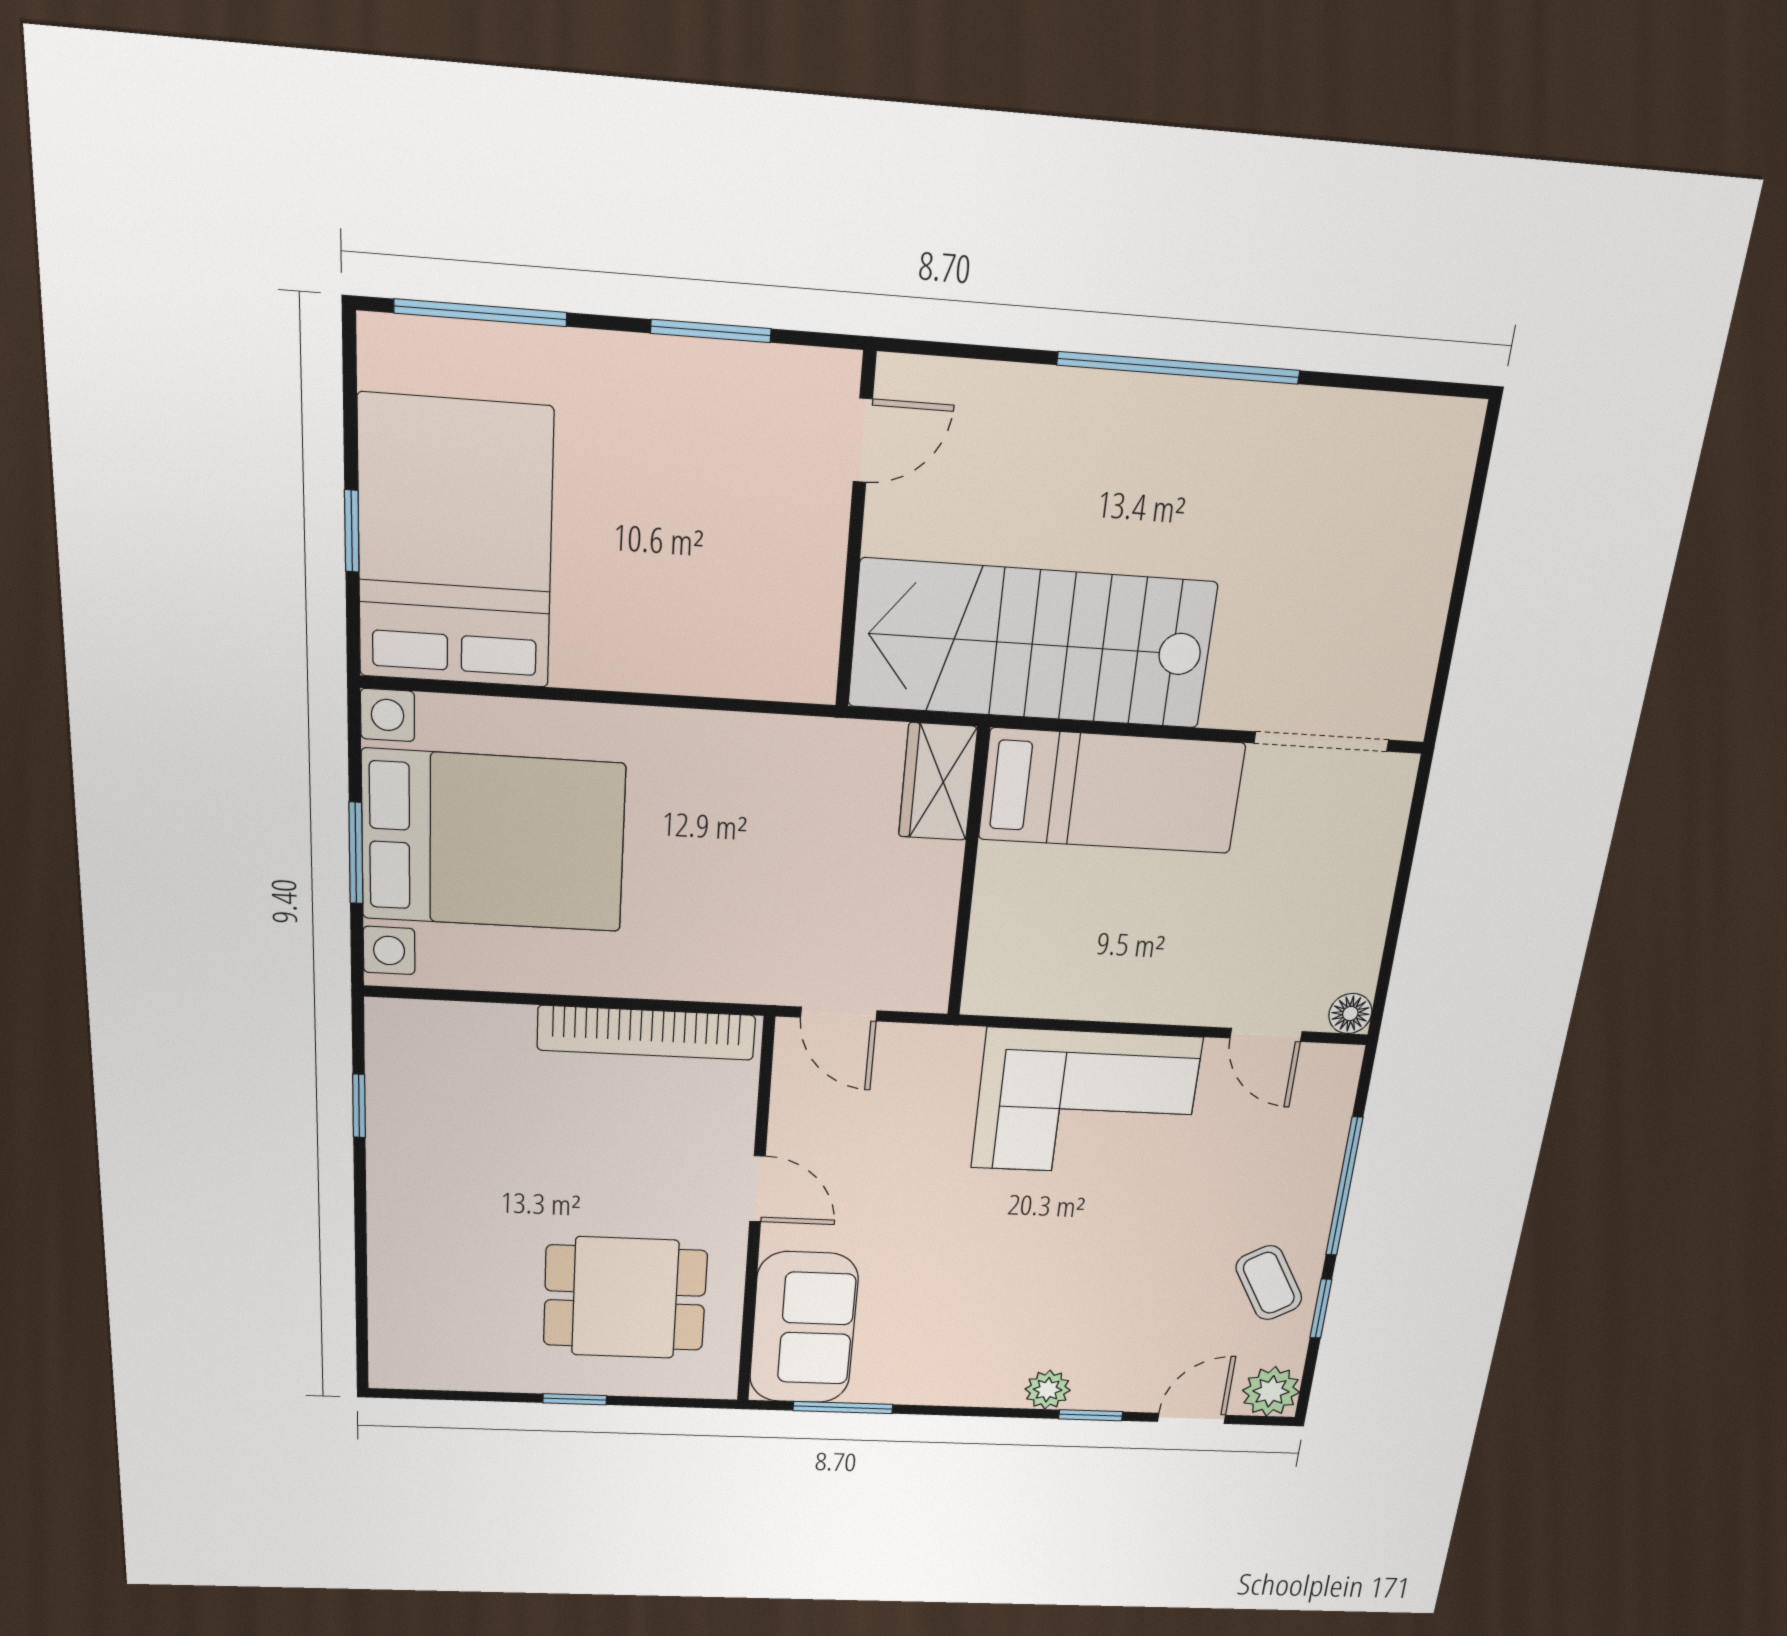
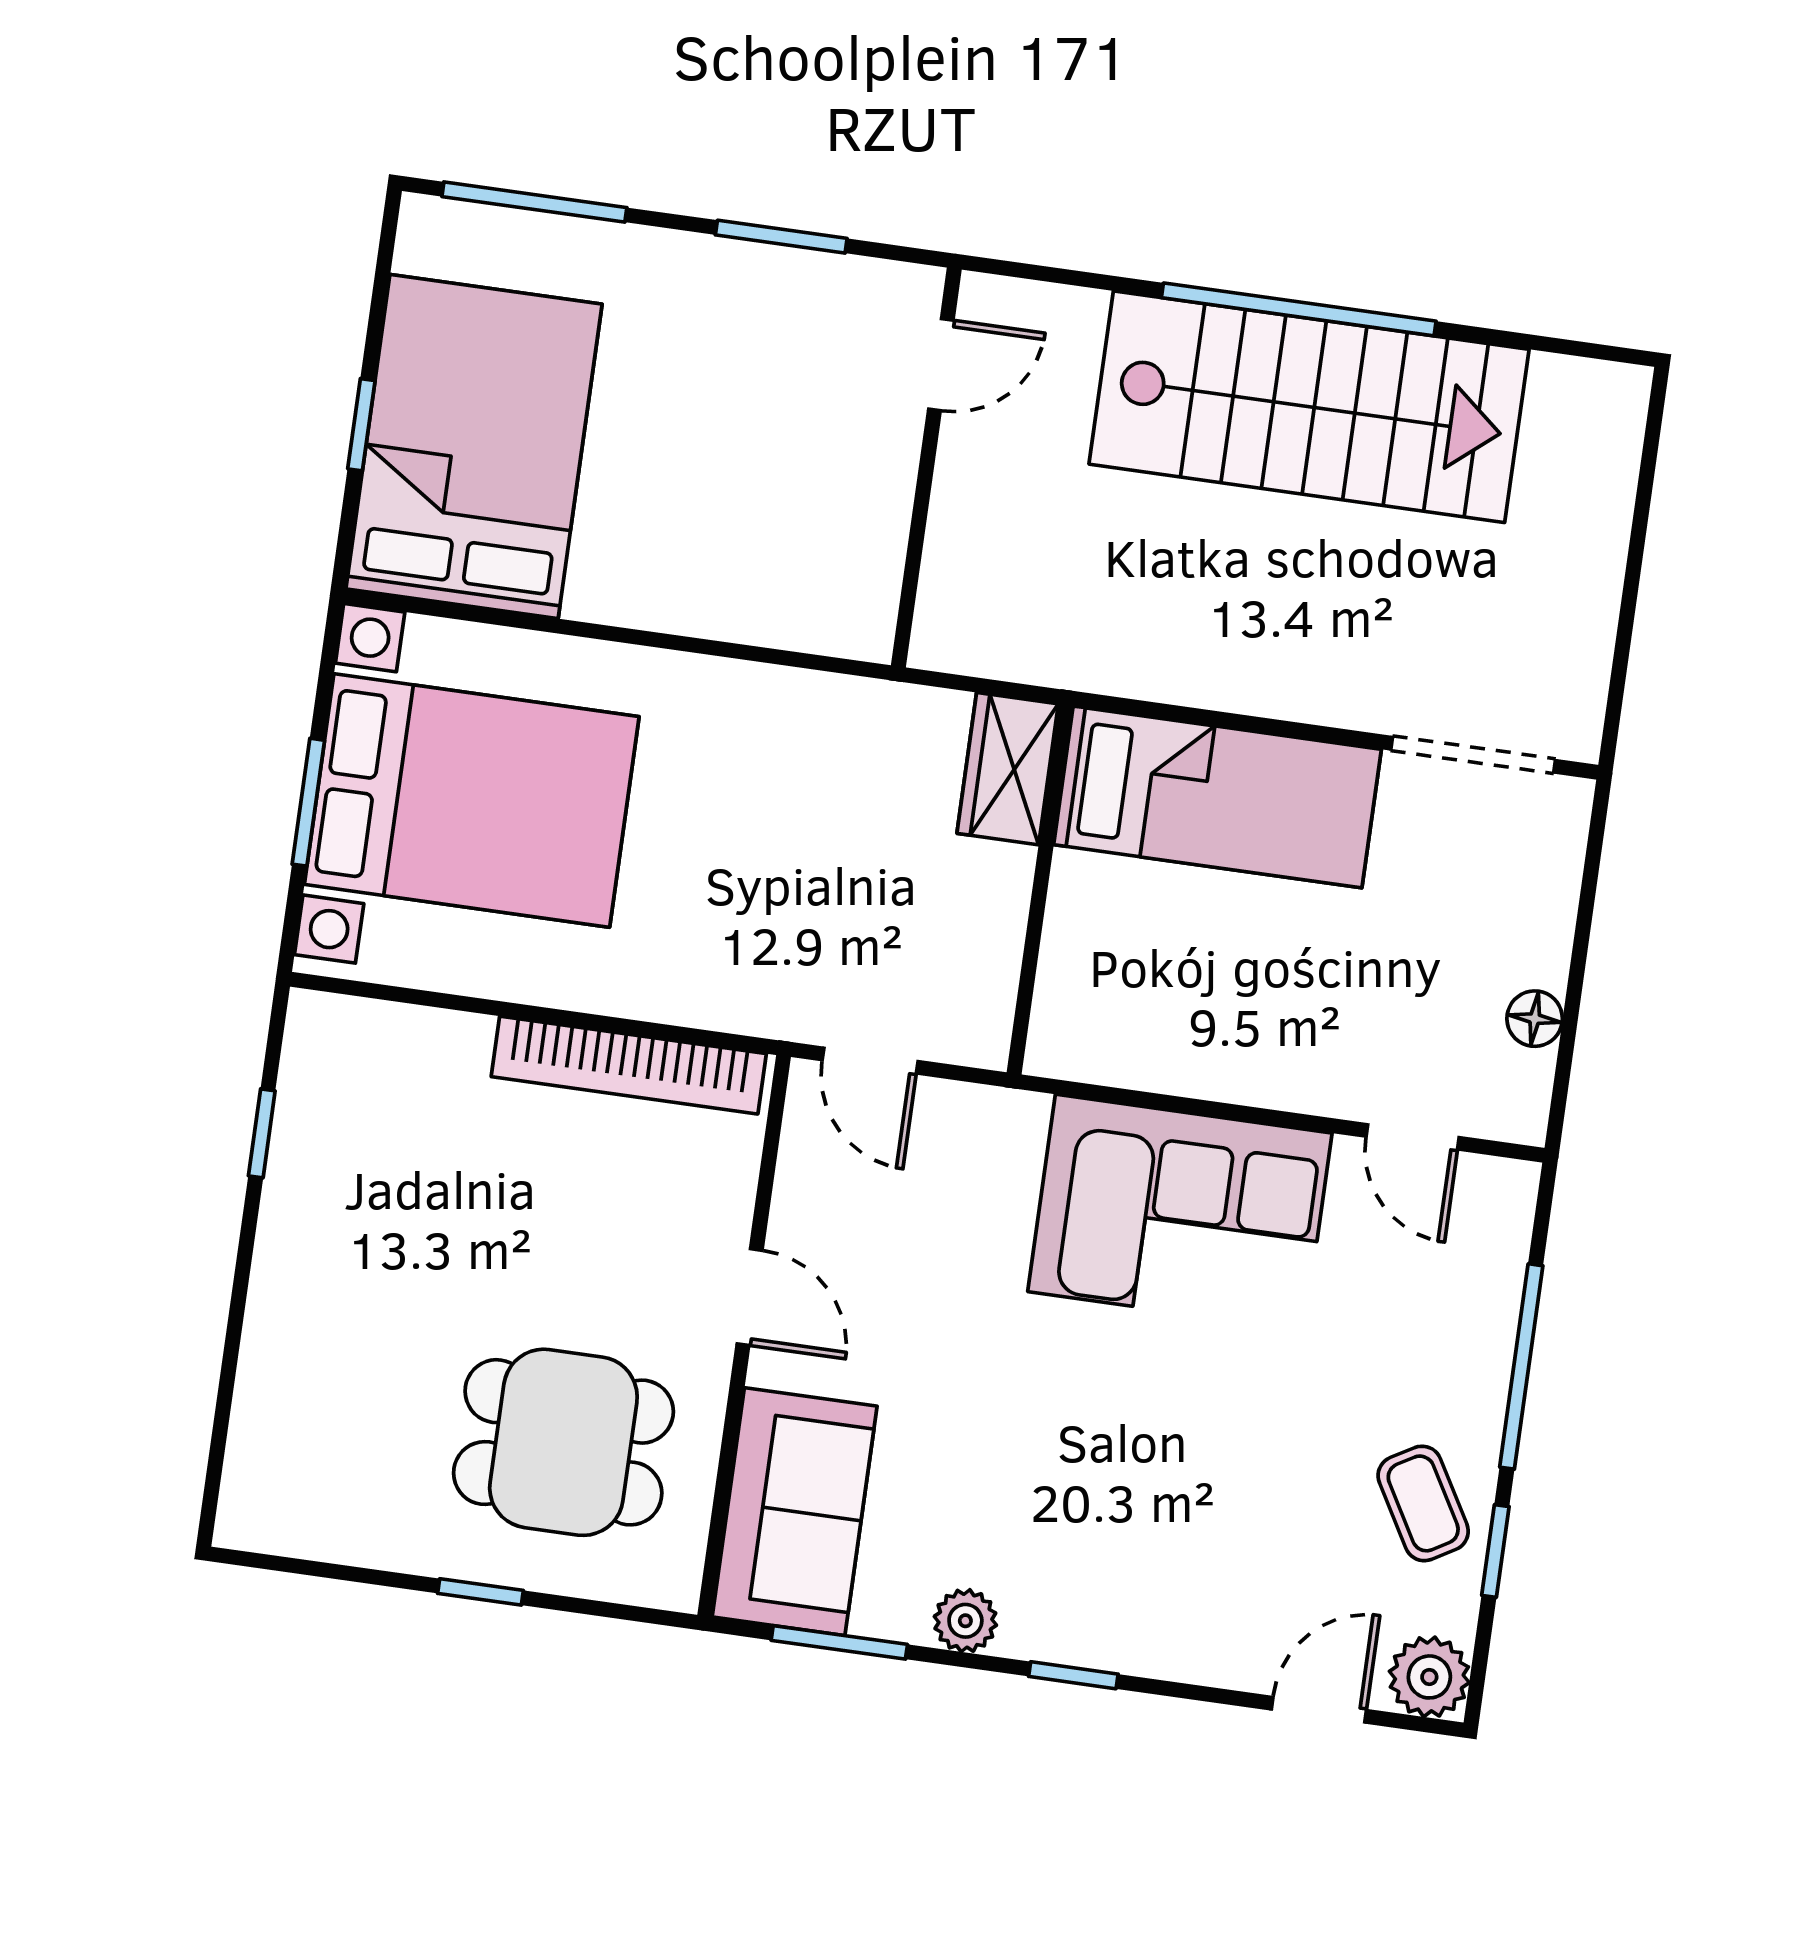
stairs: (1032, 644) -> (1309, 407), moved, turned 180
floor lamp: (1350, 1014) -> (1535, 1019), moved
plant: (1048, 1390) -> (965, 1621), moved
window: (1091, 1415) -> (1073, 1675), moved

